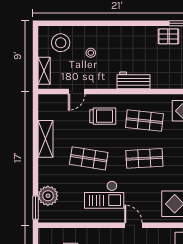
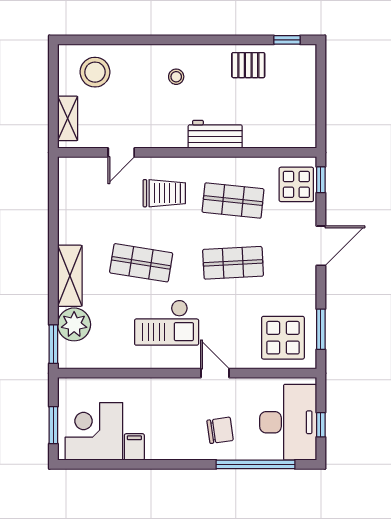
pallet: (168, 36) -> (248, 65), moved
stool: (91, 53) -> (176, 77), moved
shelving: (45, 139) -> (70, 276), moved

